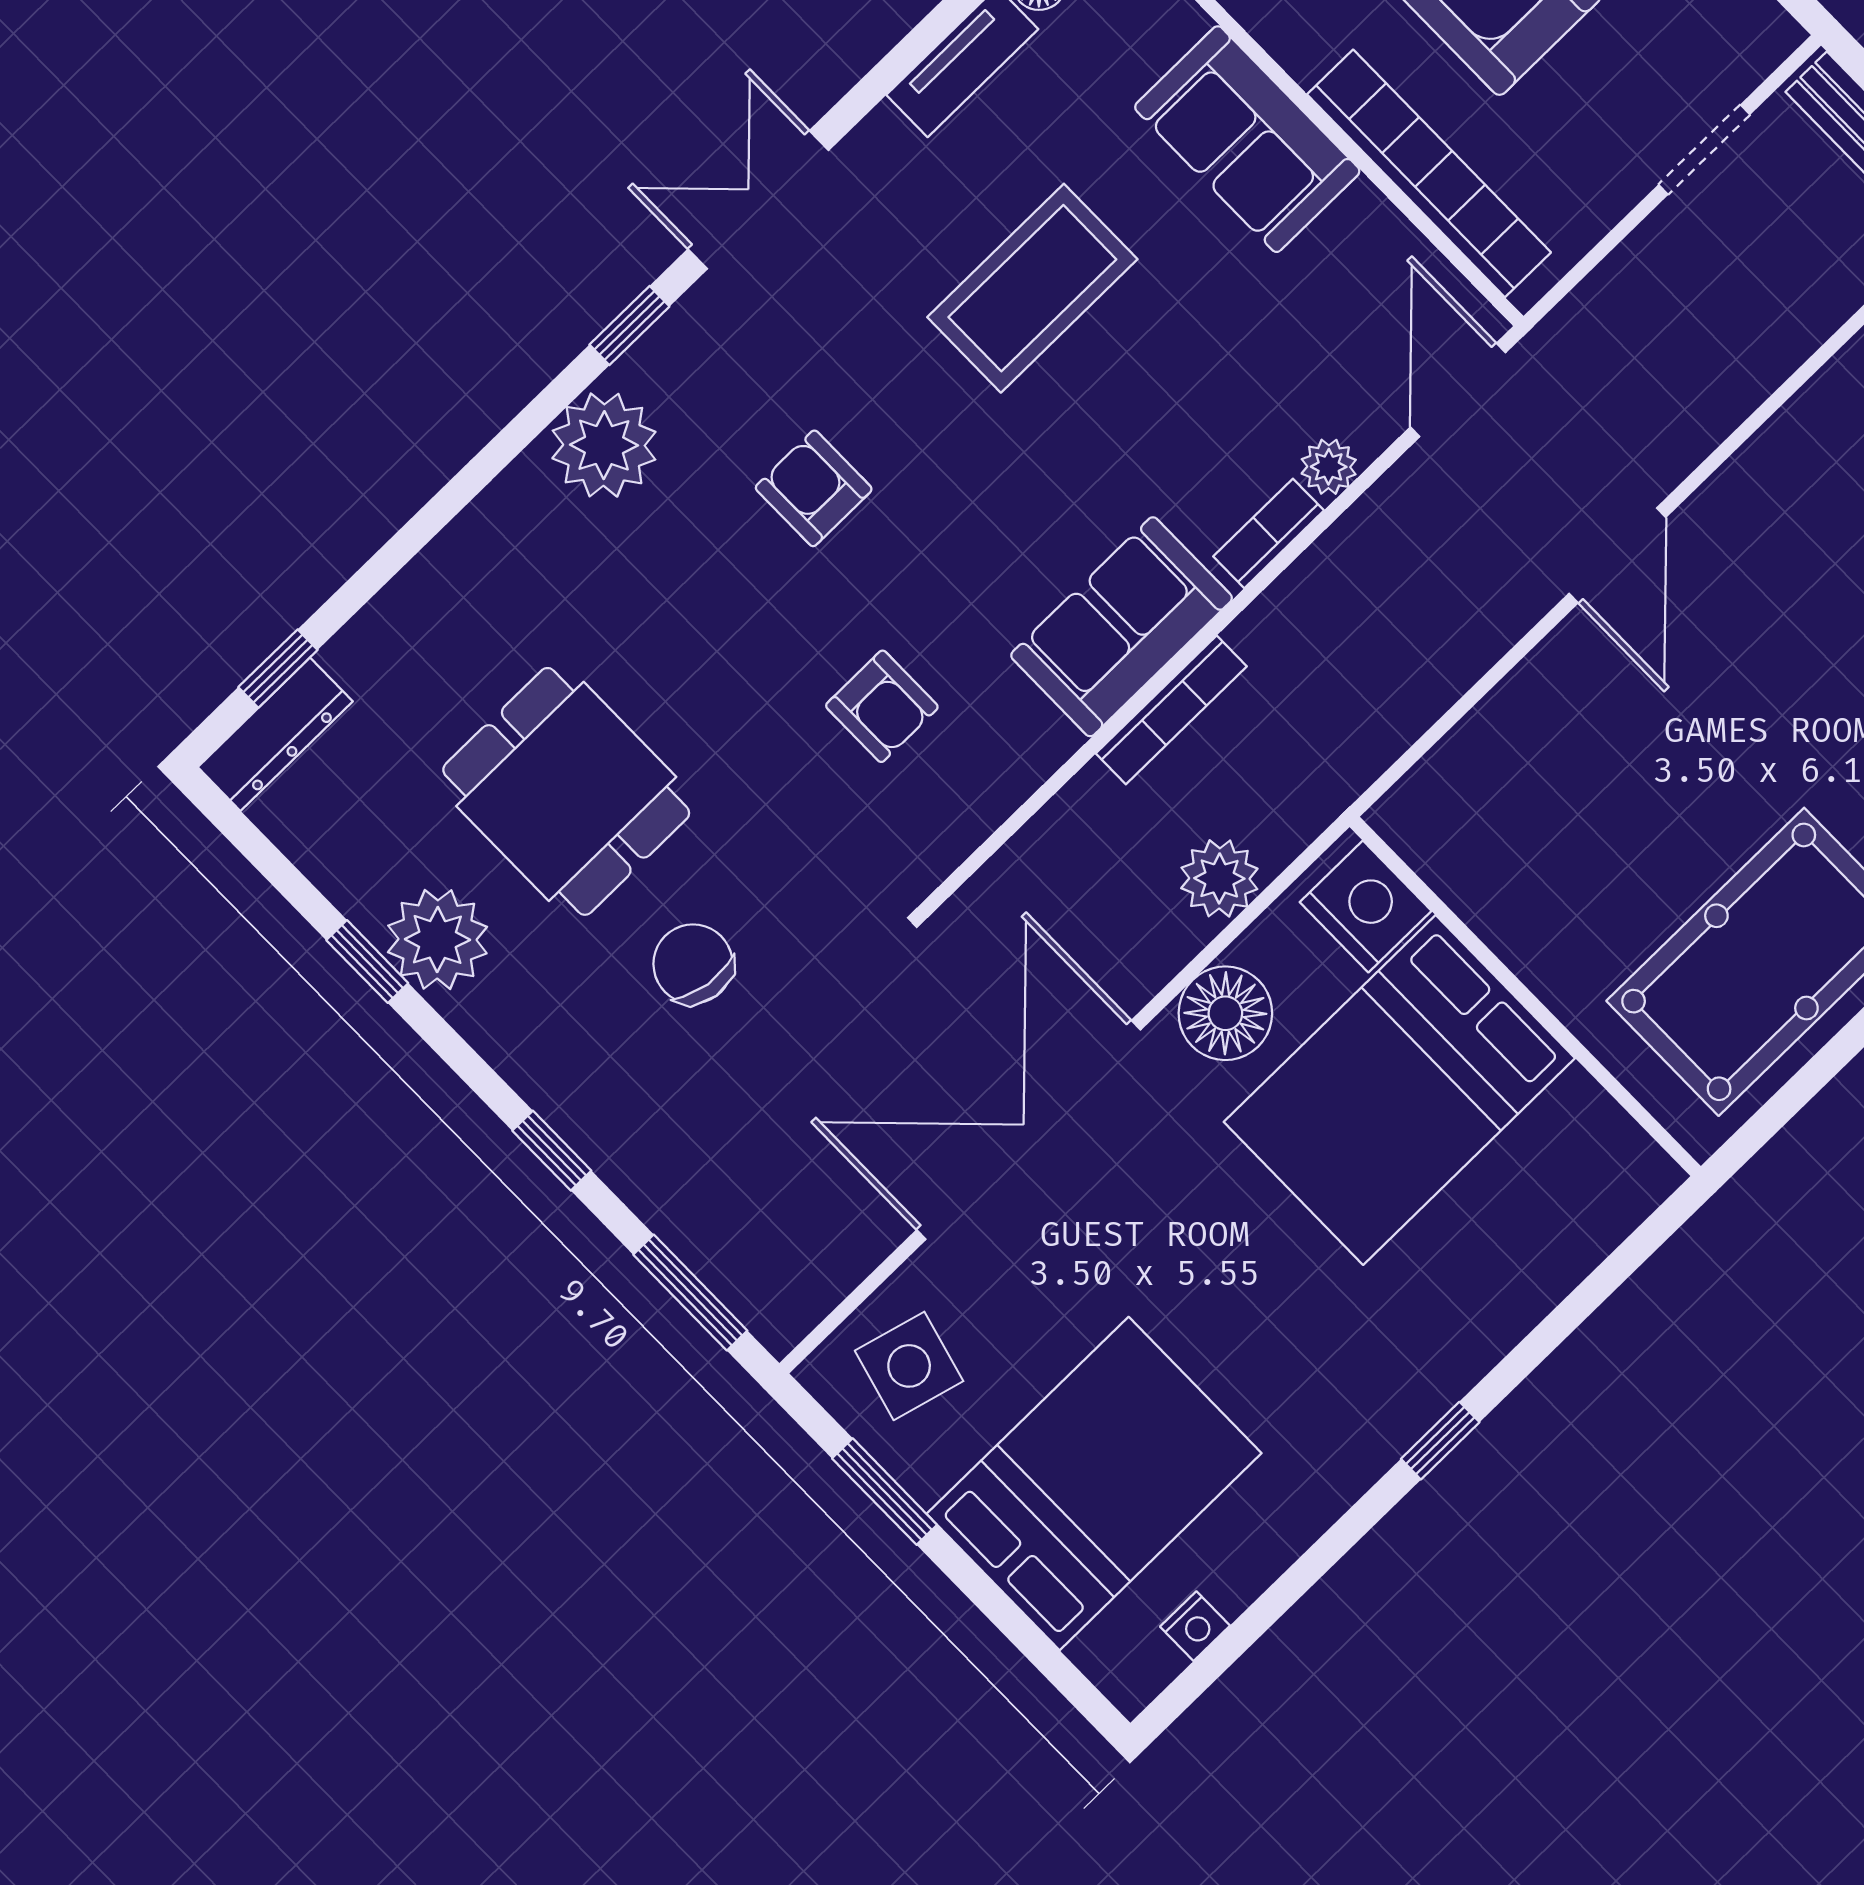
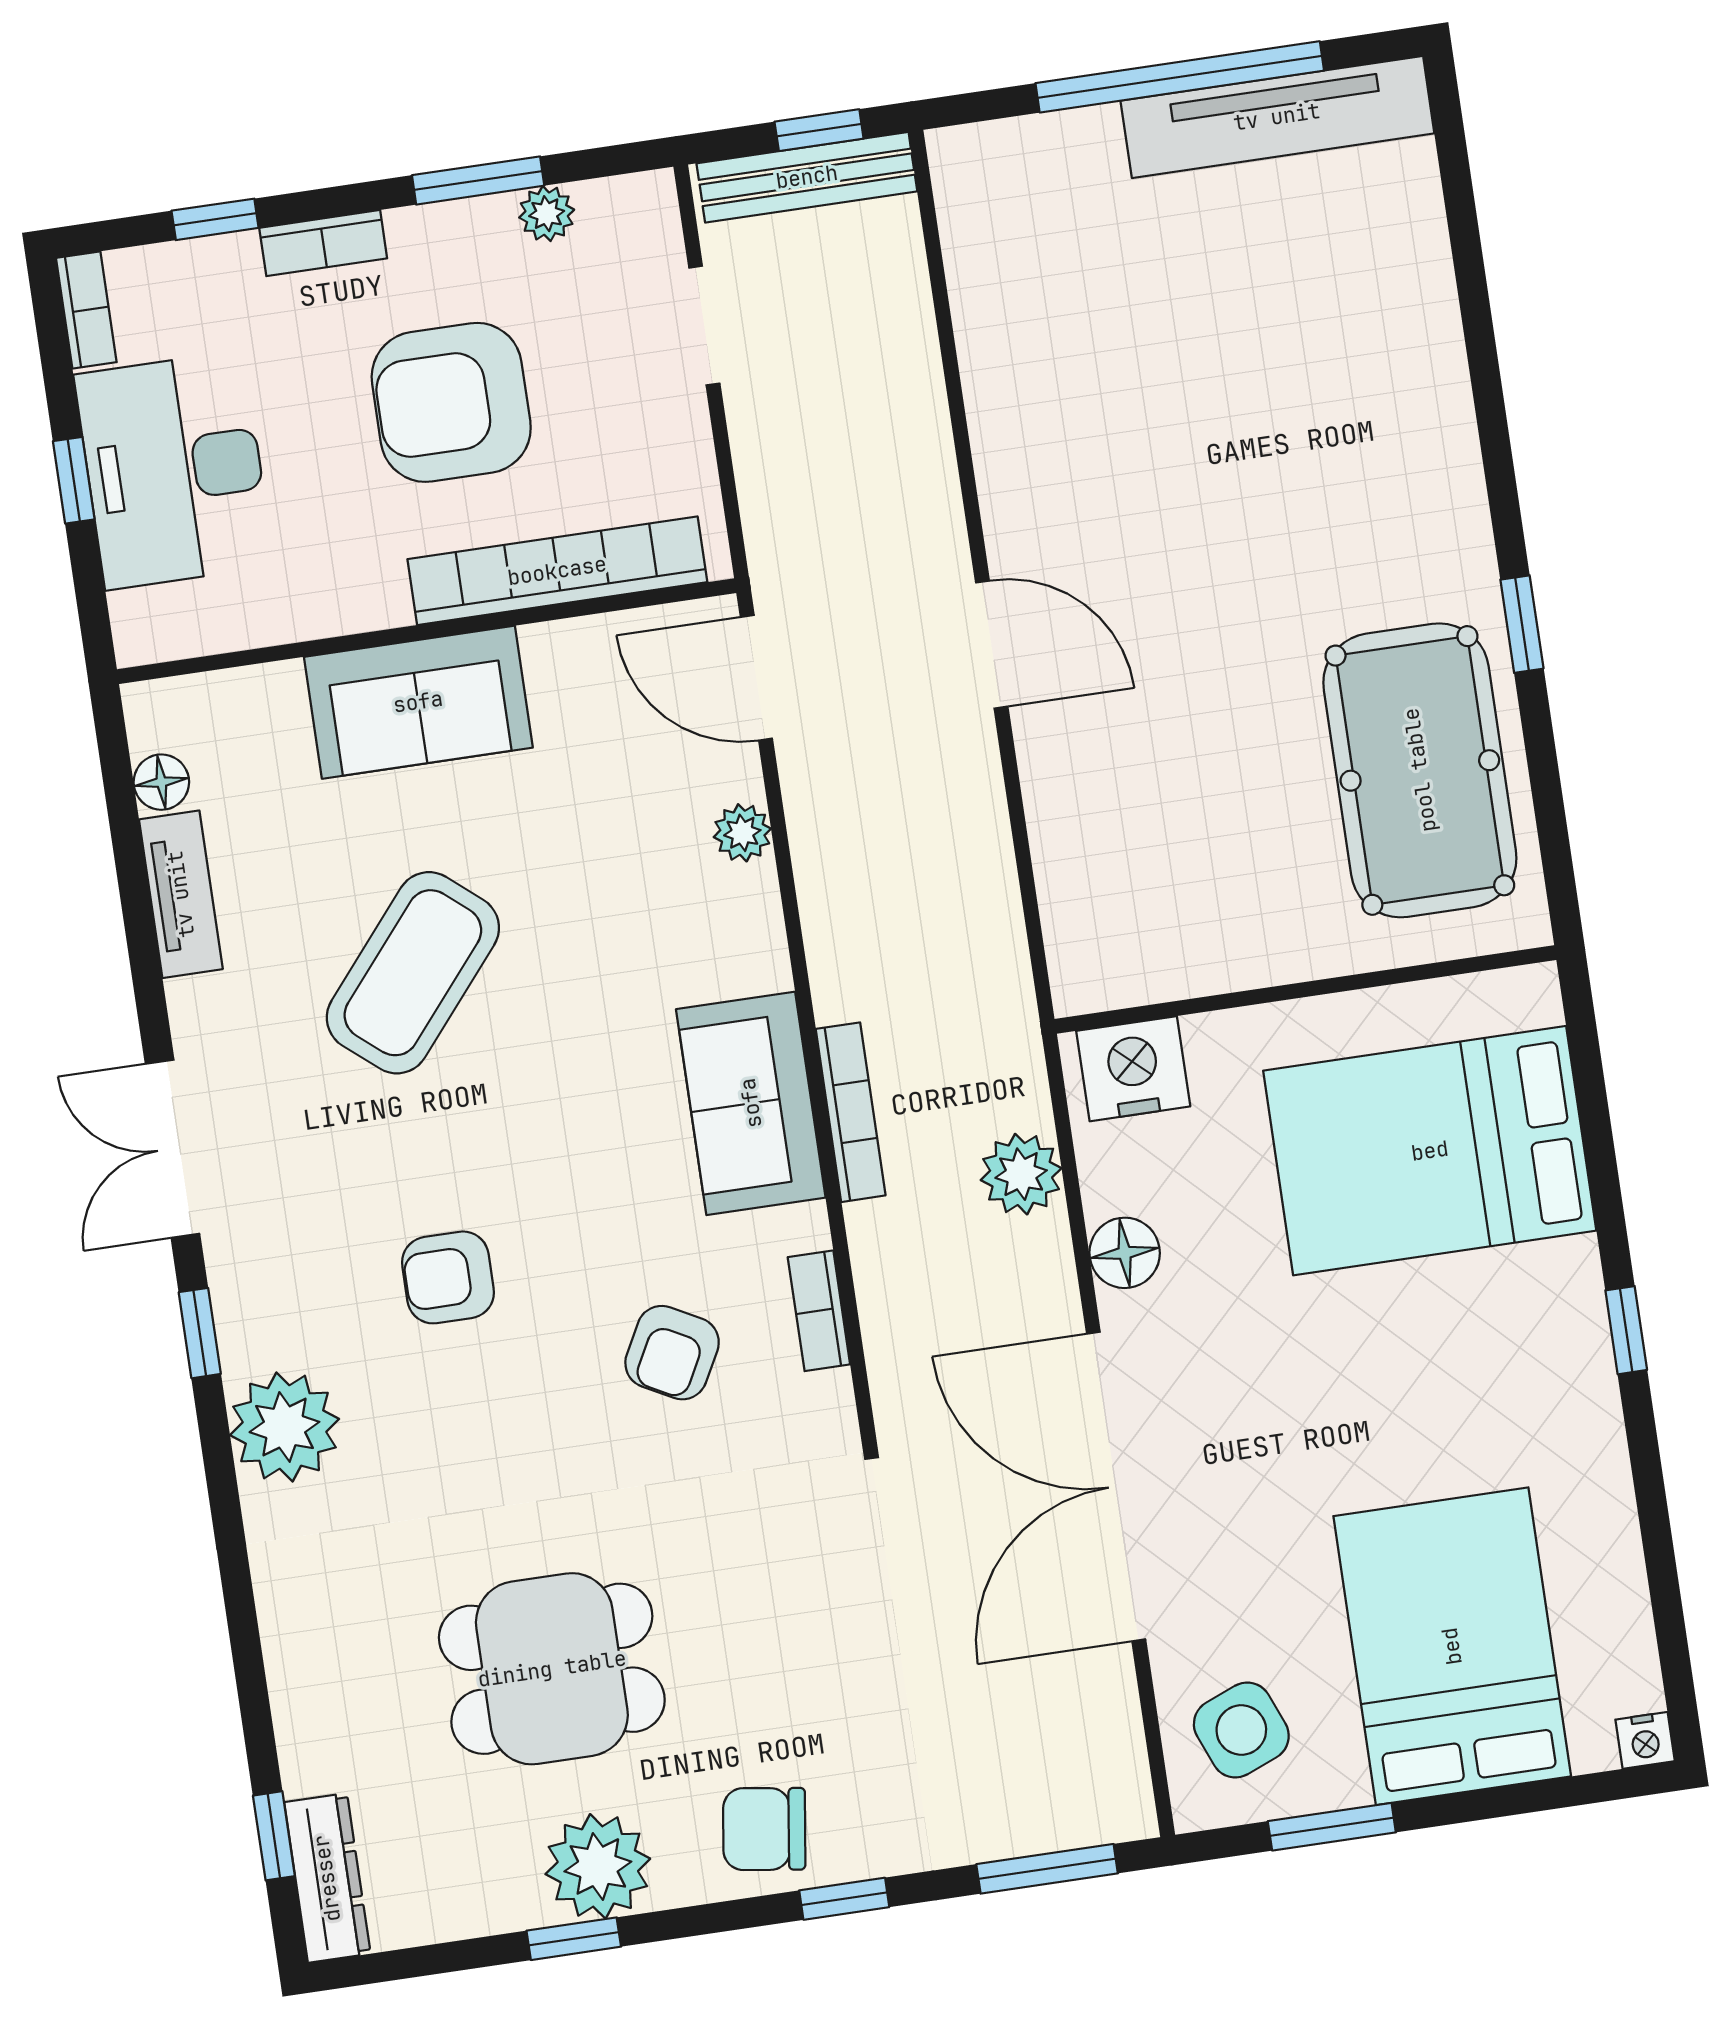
coffee table: (1032, 288) -> (413, 973), turned 40
bookcase: (1269, 533) -> (819, 1311), moved
armchair: (882, 706) -> (672, 1353), turned 118
chair: (693, 964) -> (764, 1829), moved
floor lamp: (1225, 1013) -> (1125, 1253), width x0.73, depth x0.73
bed: (1399, 1090) -> (1430, 1151), moved, turned 90
side table: (909, 1366) -> (1241, 1730), turned -37
nightstand: (1195, 1626) -> (1645, 1740), moved, turned 90

